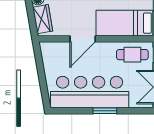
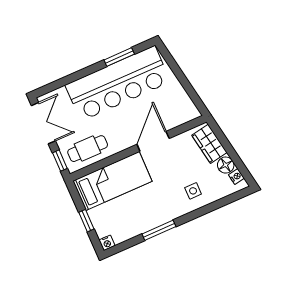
window: (105, 111) -> (119, 57), moved

